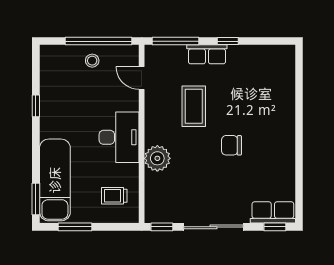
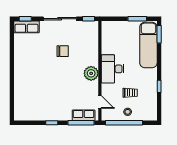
row of seats: (207, 54) -> (84, 115), moved
coffee table: (194, 106) -> (71, 86), removed
chair: (231, 145) -> (63, 51), moved
plant: (157, 158) -> (91, 73), moved
trolley: (114, 196) -> (130, 93), moved

